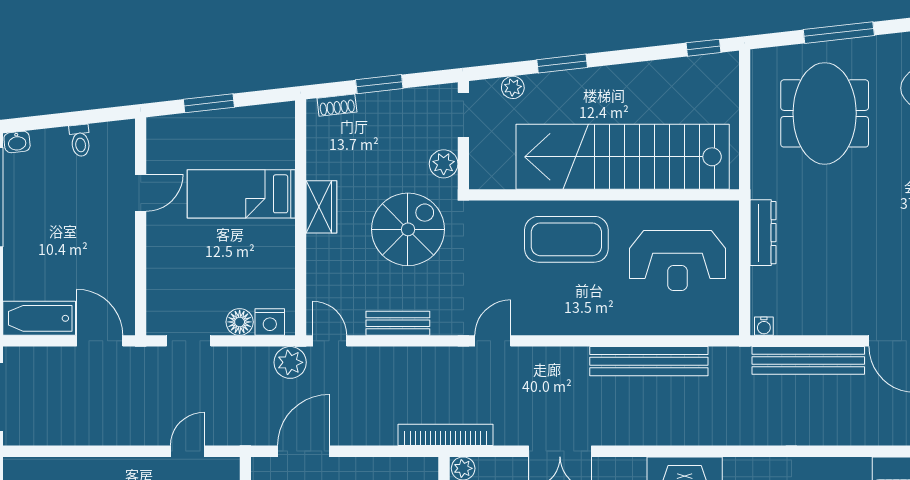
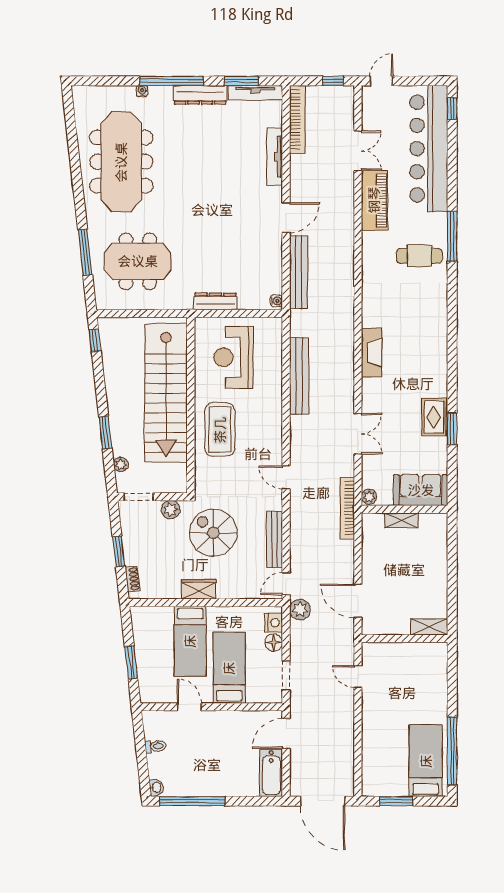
bed: (201, 254) -> (229, 668), added
reception desk: (677, 260) -> (234, 357), turned 180
bench: (398, 323) -> (275, 539), width x1.36

